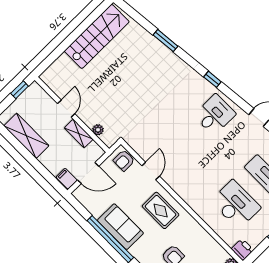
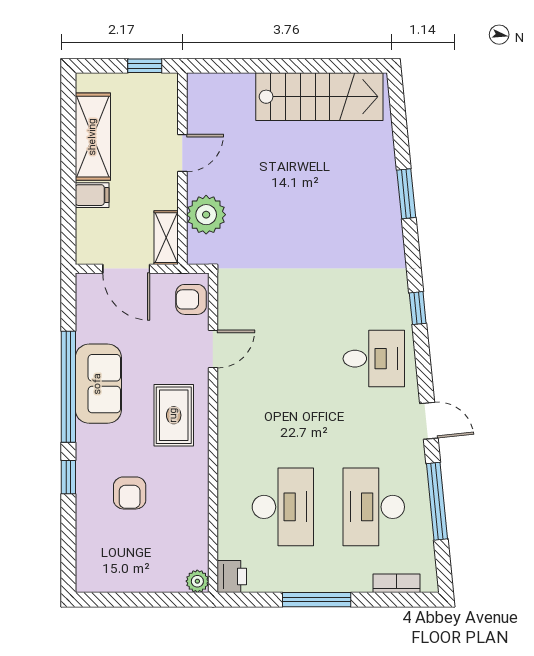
plant: (98, 130) -> (206, 215), width x1.88, depth x1.88
shelving: (79, 134) -> (166, 238), moved
filing cabinet: (67, 179) -> (92, 195), moved, turned 90

